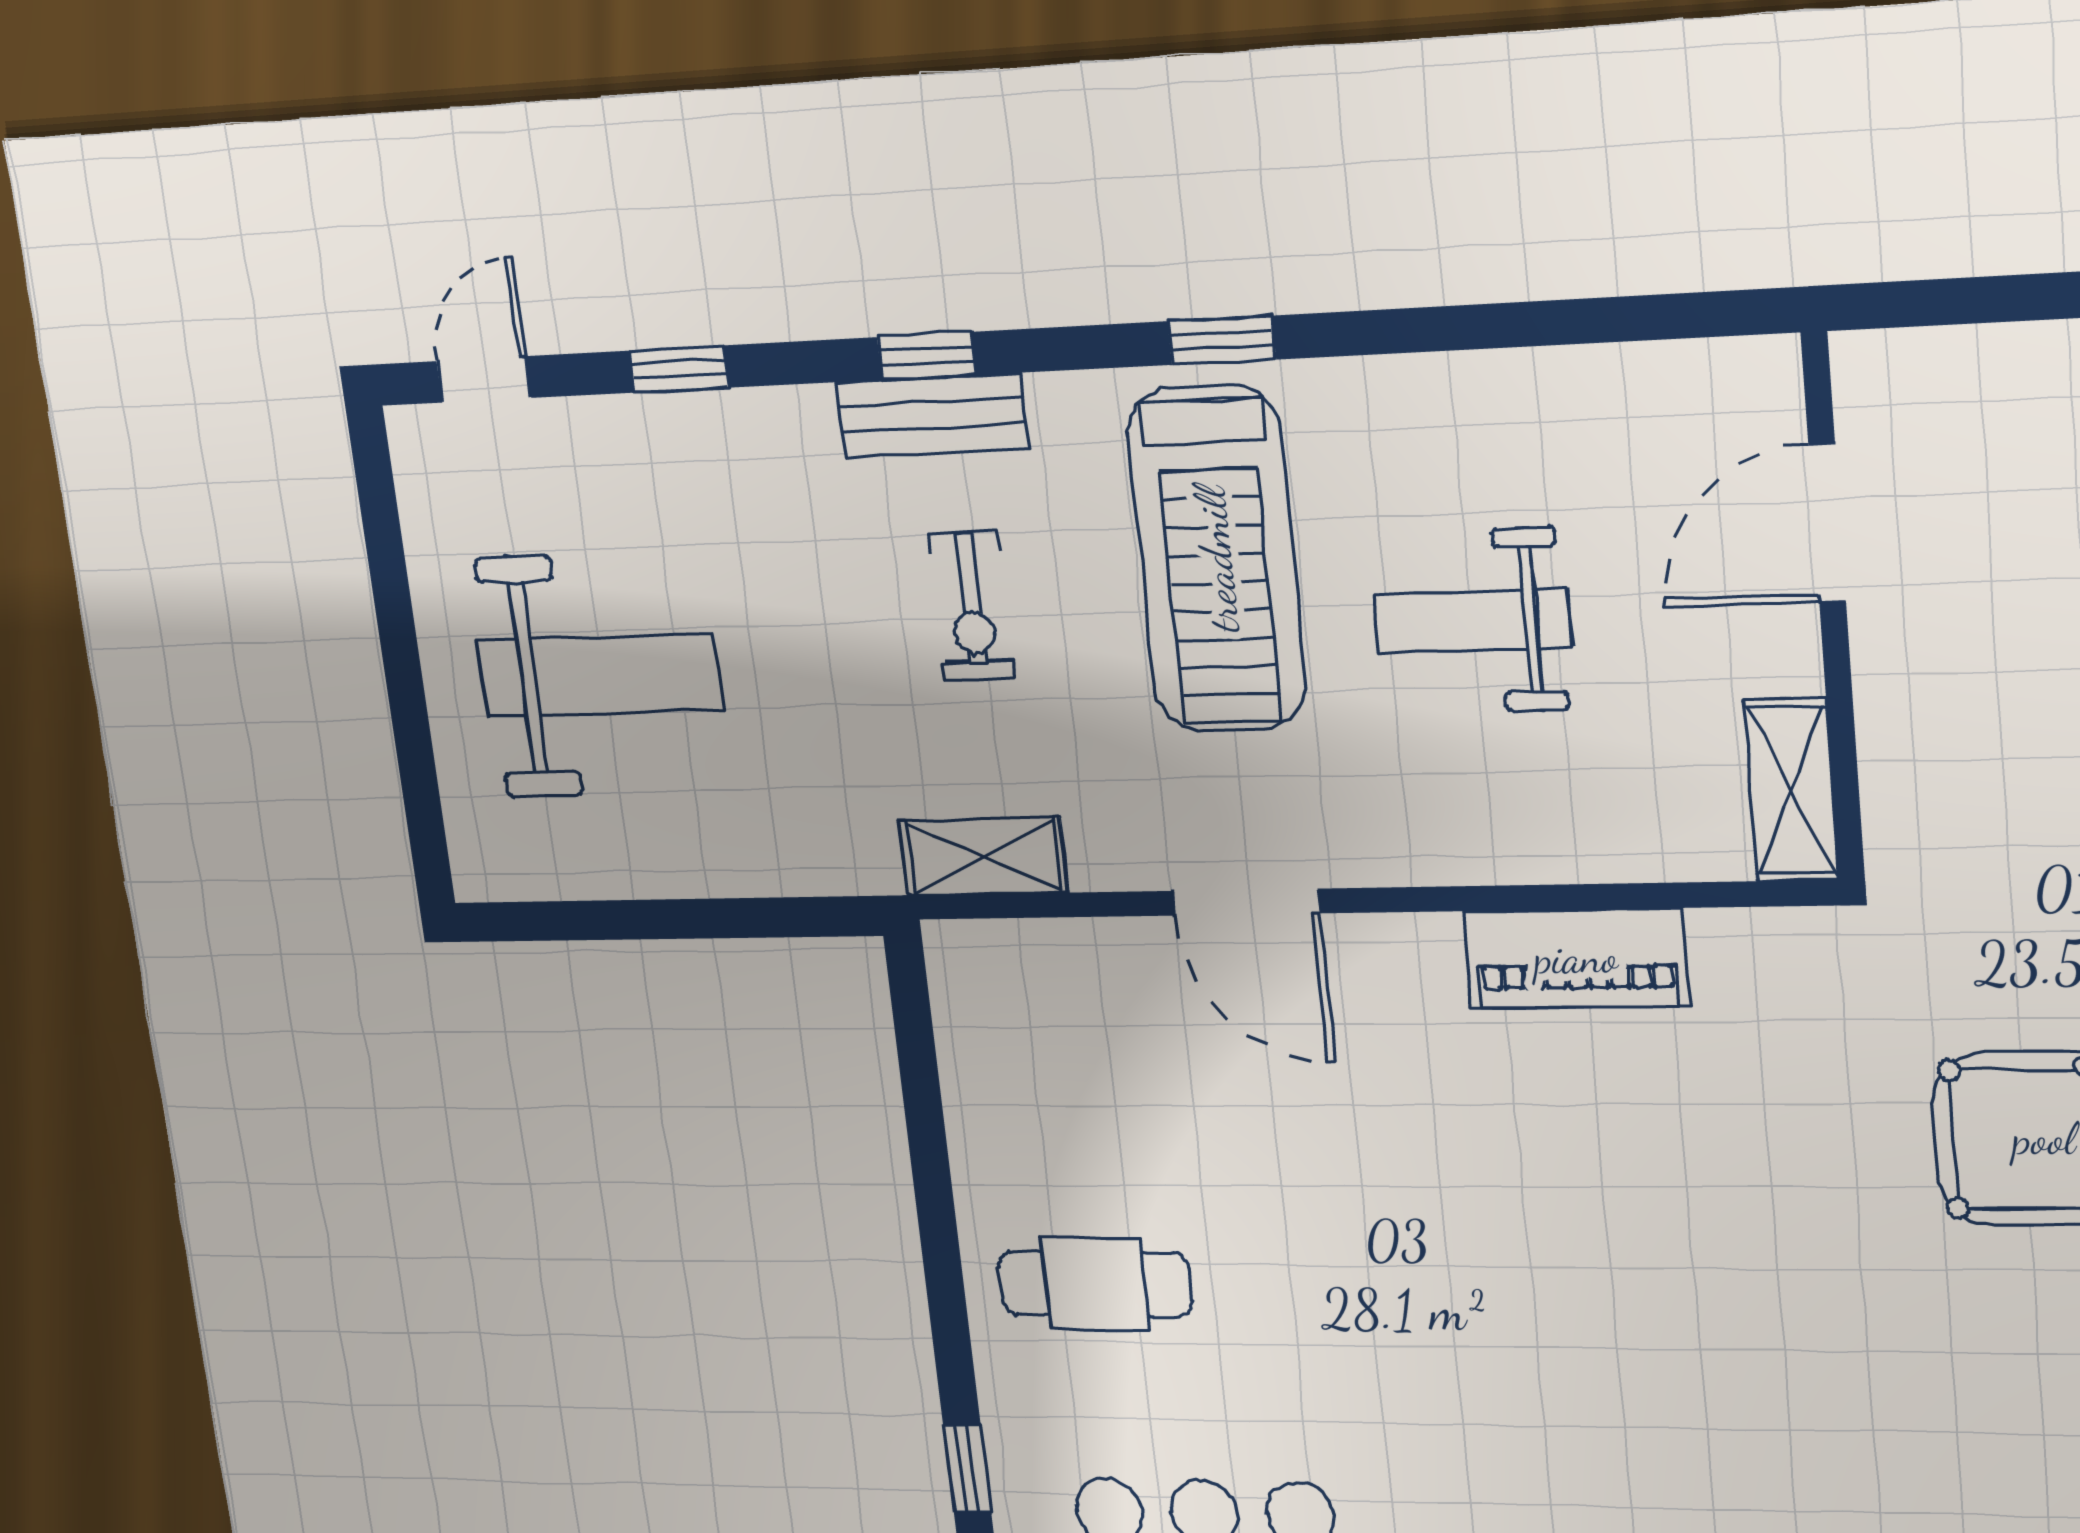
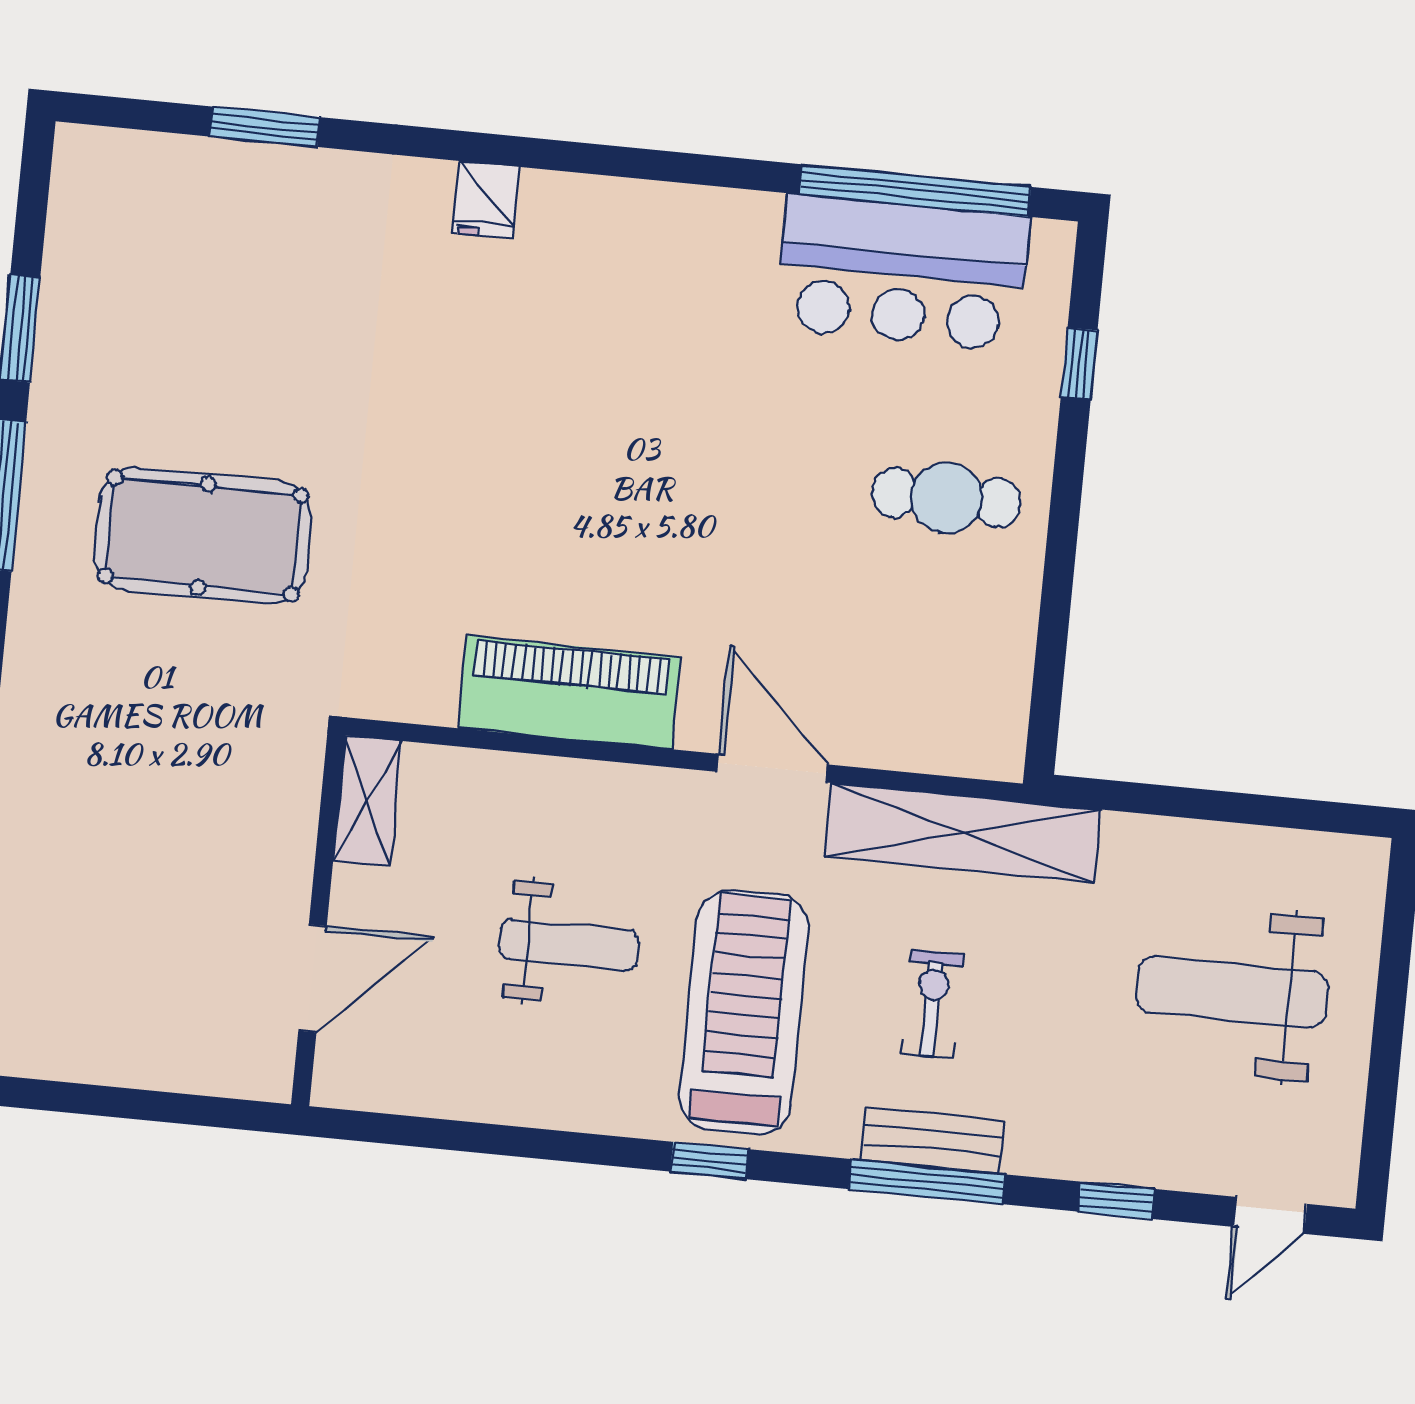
window: (927, 356) -> (927, 1182), width x2.17
shelving: (984, 857) -> (962, 833), width x2.20, depth x1.33
piano: (1576, 958) -> (569, 692), width x1.37, depth x1.33

